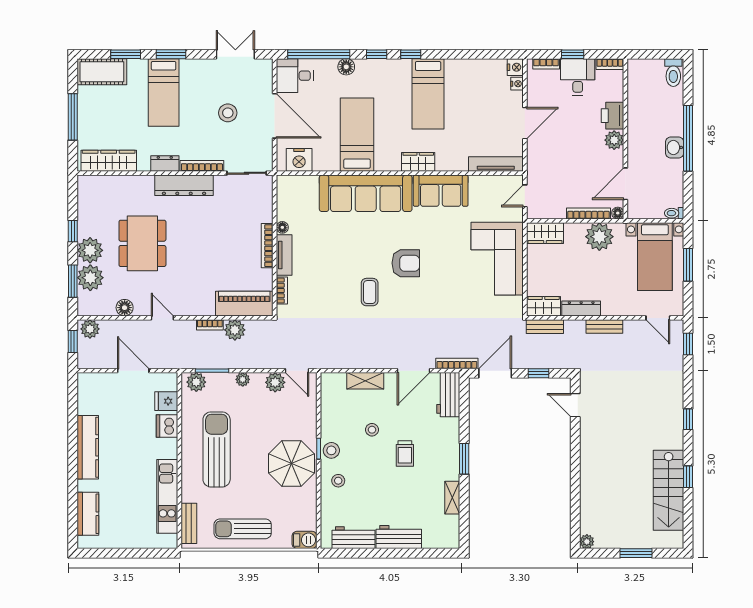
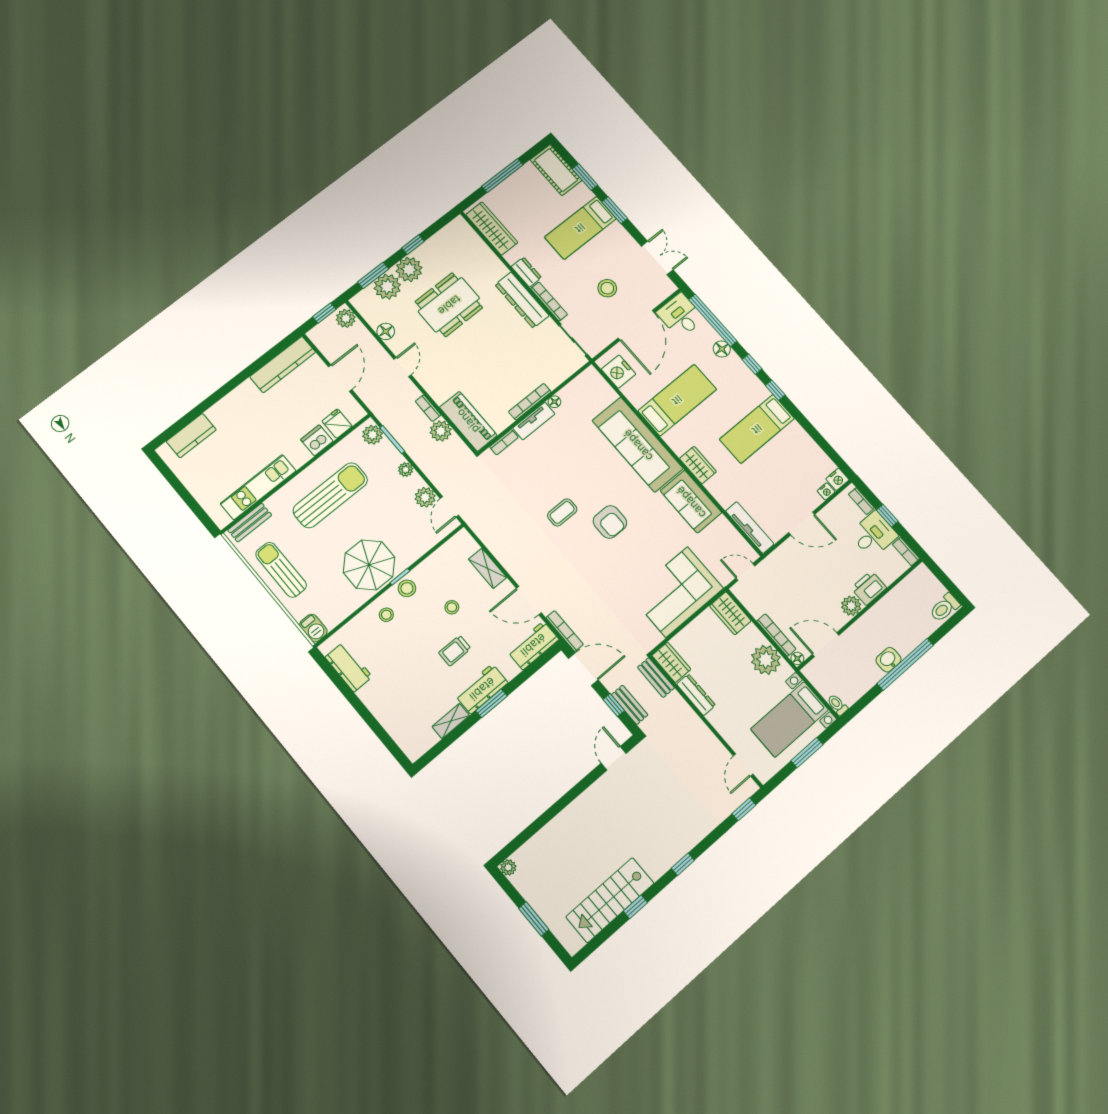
bench: (604, 326) -> (630, 705), moved
kitchen counter: (88, 447) -> (283, 364), moved
workbench: (399, 537) -> (482, 689), moved, turned -90

